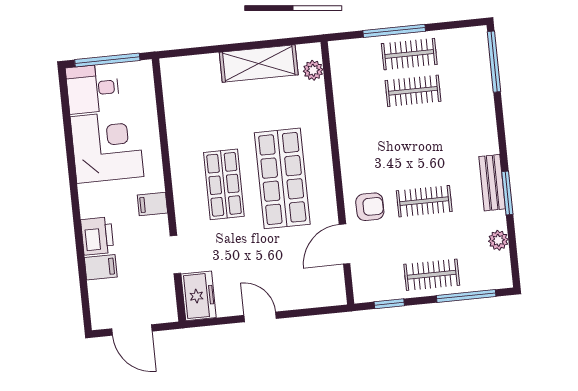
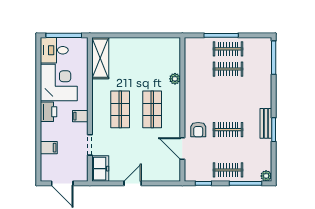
shelving: (259, 64) -> (100, 58), moved, turned 90
plant: (313, 70) -> (175, 79), moved
shop shelf: (282, 178) -> (152, 109), width x0.70, depth x0.74
armchair: (370, 207) -> (198, 130), turned 90
printer: (97, 236) -> (49, 112), moved
plant: (498, 240) -> (266, 176), moved
door: (345, 244) -> (182, 148), hinge flipped
door: (260, 317) -> (133, 183), hinge flipped

